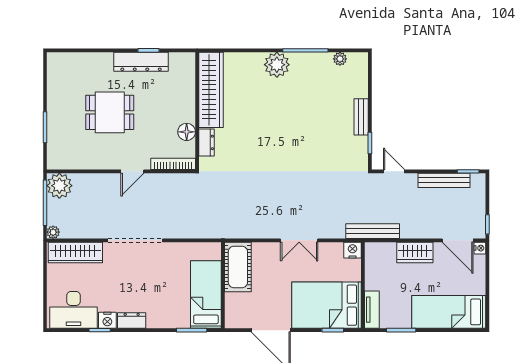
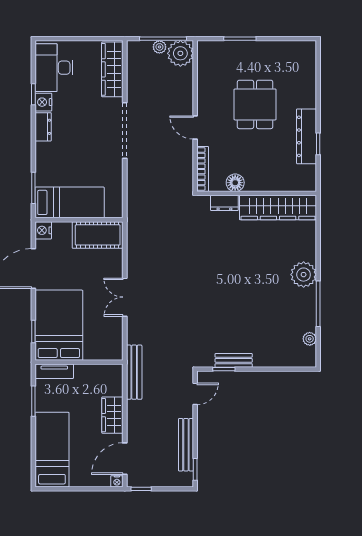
bench: (361, 117) -> (234, 360), moved
plant: (53, 232) -> (159, 47), moved
nightstand: (352, 250) -> (43, 230), moved, turned 180

